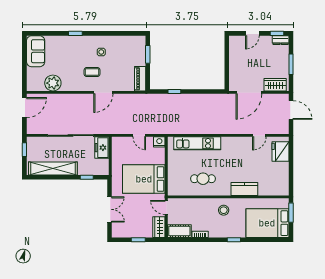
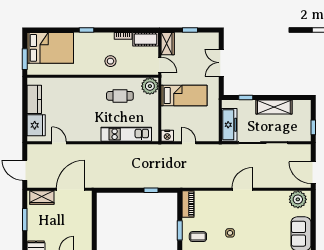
coffee table: (92, 72) -> (198, 237), moved
plant: (53, 83) -> (298, 199), moved
door: (103, 92) -> (242, 189), moved
door: (24, 108) -> (313, 173), hinge flipped
door: (259, 135) -> (59, 143), hinge flipped
freezer: (102, 148) -> (229, 125), width x1.40
shelving: (53, 168) -> (274, 107), width x0.68
bed: (144, 179) -> (184, 96), width x0.67
plant: (175, 188) -> (150, 86), added
kitchen counter: (244, 189) -> (34, 99), moved, turned -90
stool: (224, 210) -> (110, 61), moved

